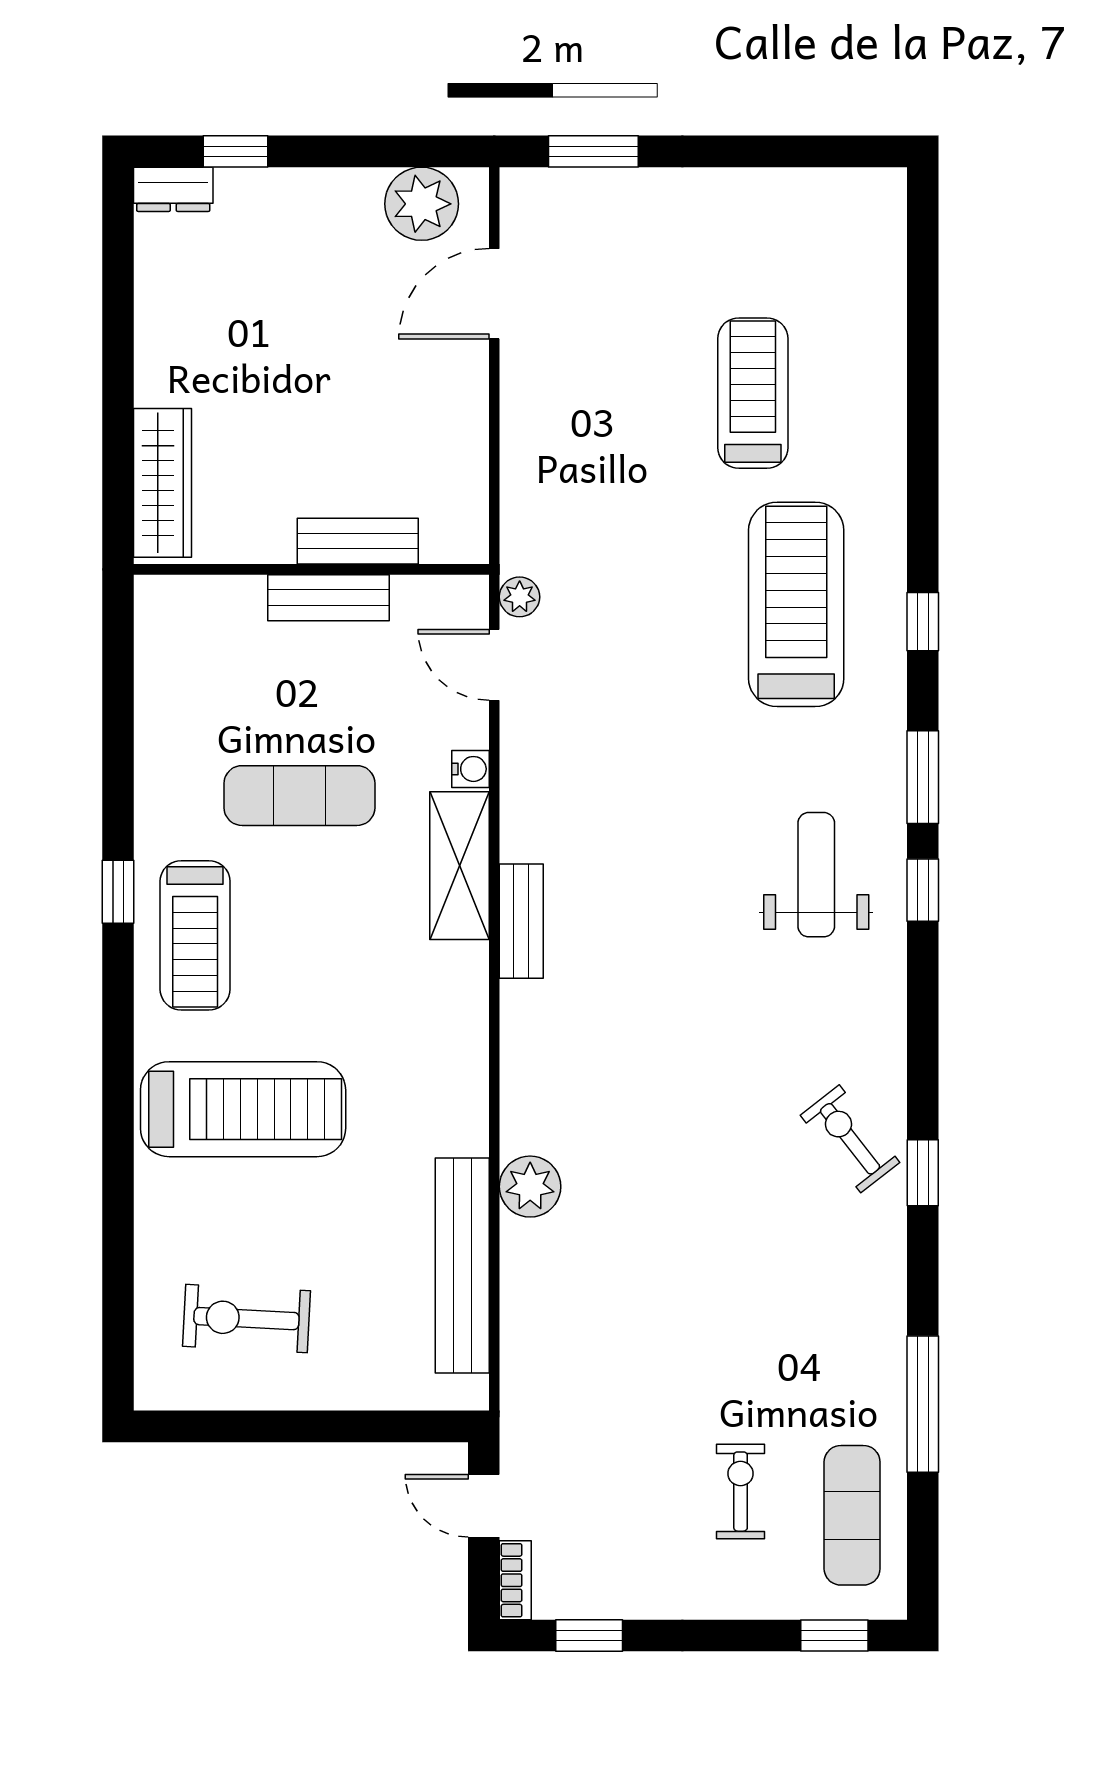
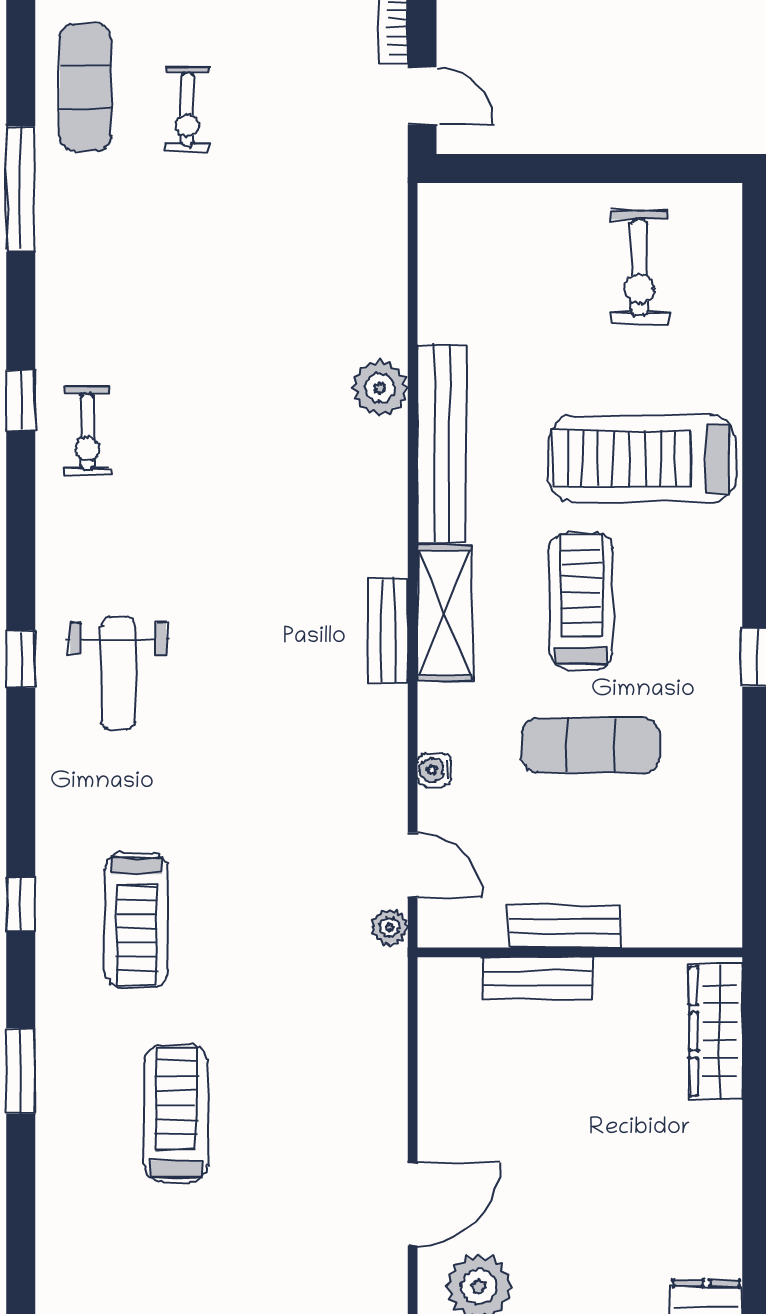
treadmill: (753, 393) -> (176, 1113), turned 180
treadmill: (796, 604) -> (136, 920), width x0.73, depth x0.73
window: (923, 777) -> (21, 1071), moved
shelving: (459, 866) -> (444, 613), moved
treadmill: (195, 935) -> (581, 601), moved
exercise bike: (850, 1139) -> (87, 432), turned 38
bench: (462, 1266) -> (442, 443), moved
exercise bike: (246, 1319) -> (639, 267), turned 87

